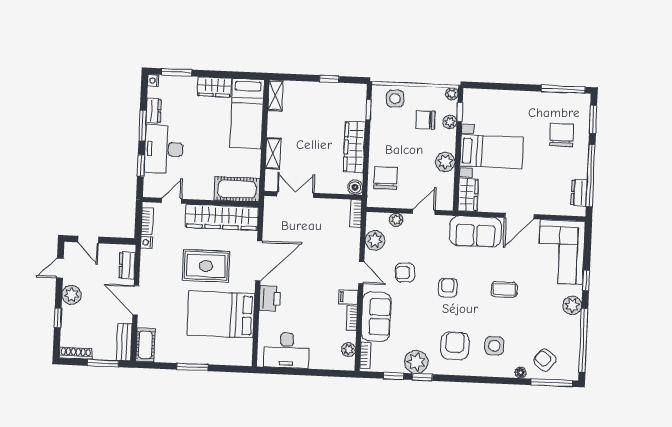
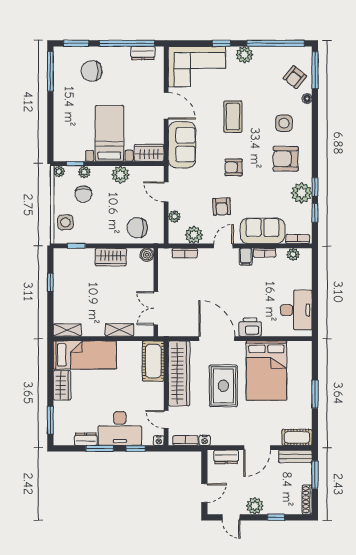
nightstand: (153, 80) -> (159, 441), moved
wardrobe: (354, 147) -> (111, 257), width x0.67
bookcase: (356, 214) -> (185, 253), moved
coffee table: (504, 289) -> (233, 117), width x1.36, depth x1.30

